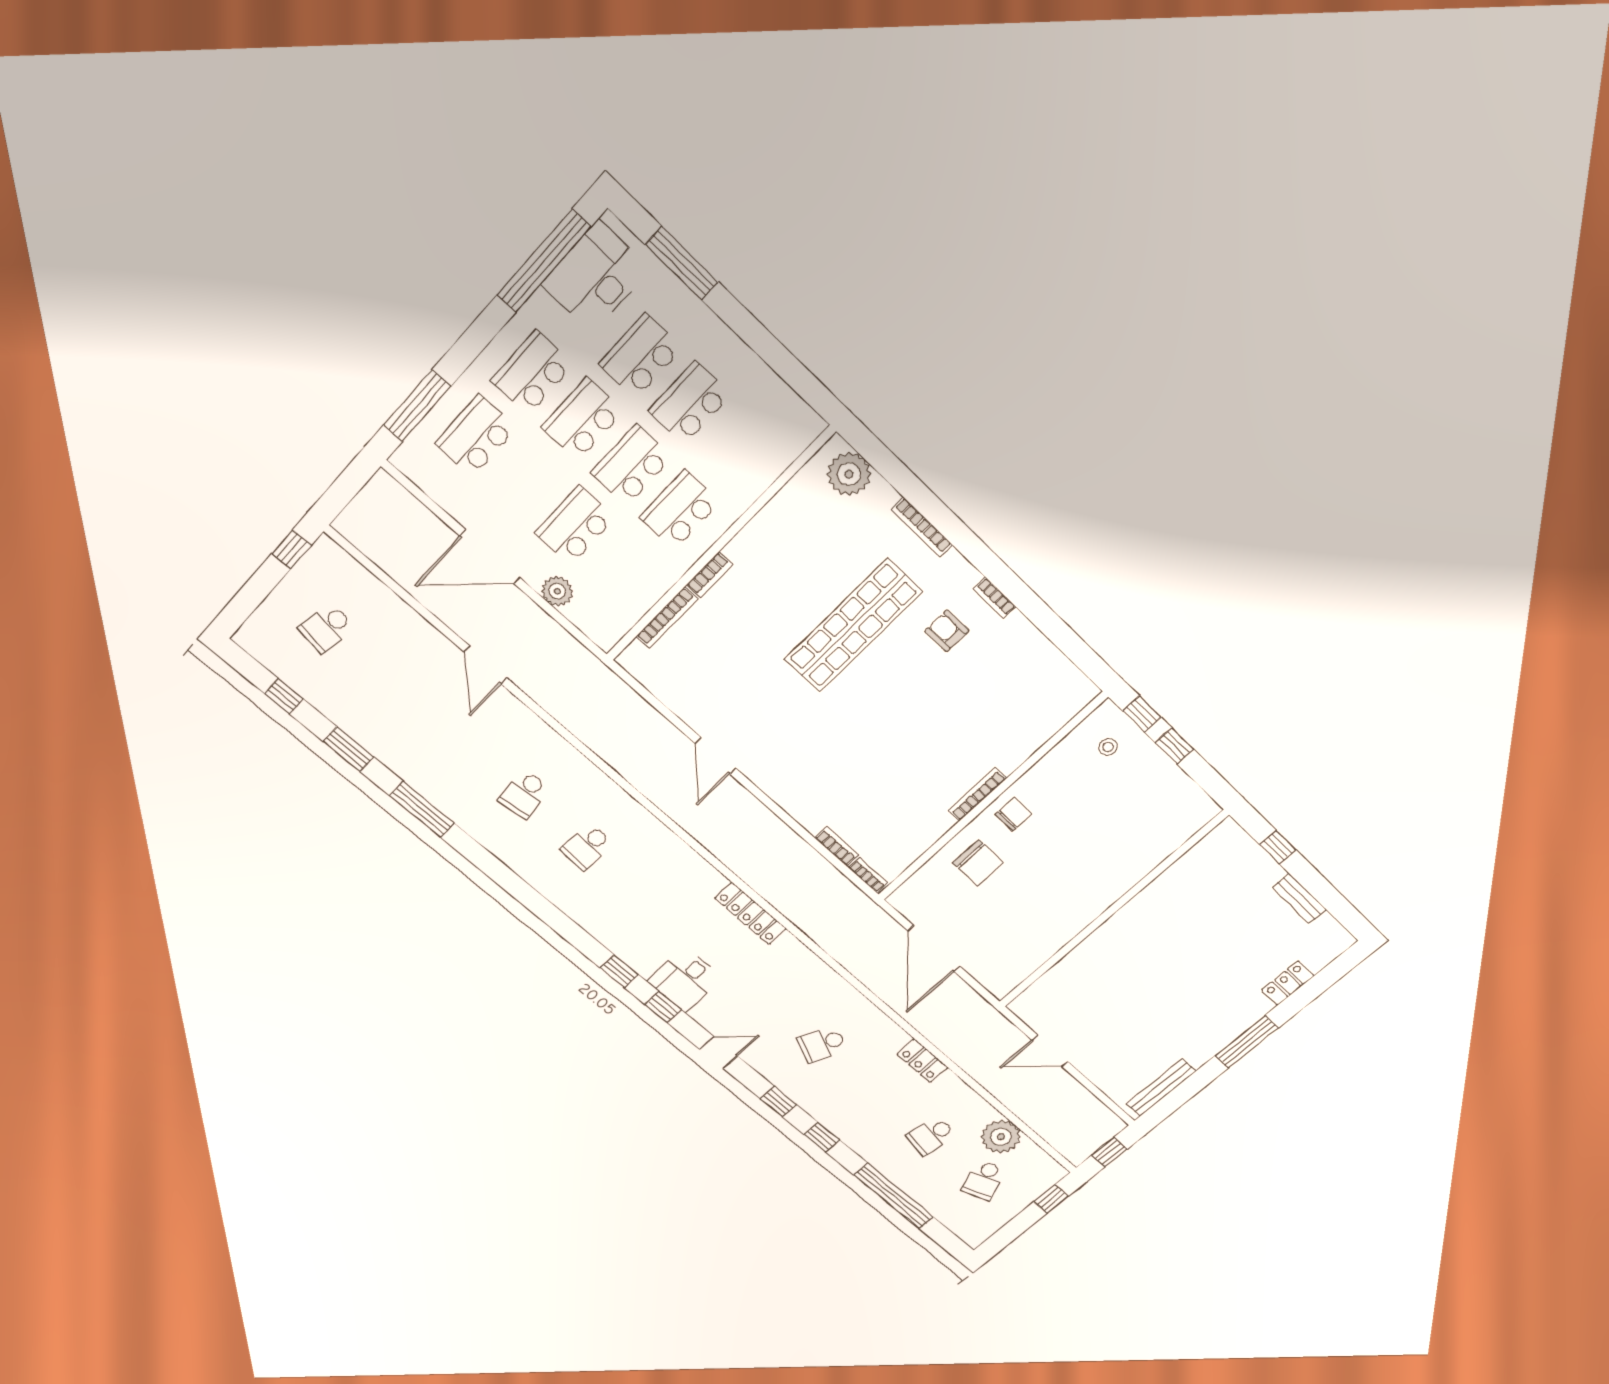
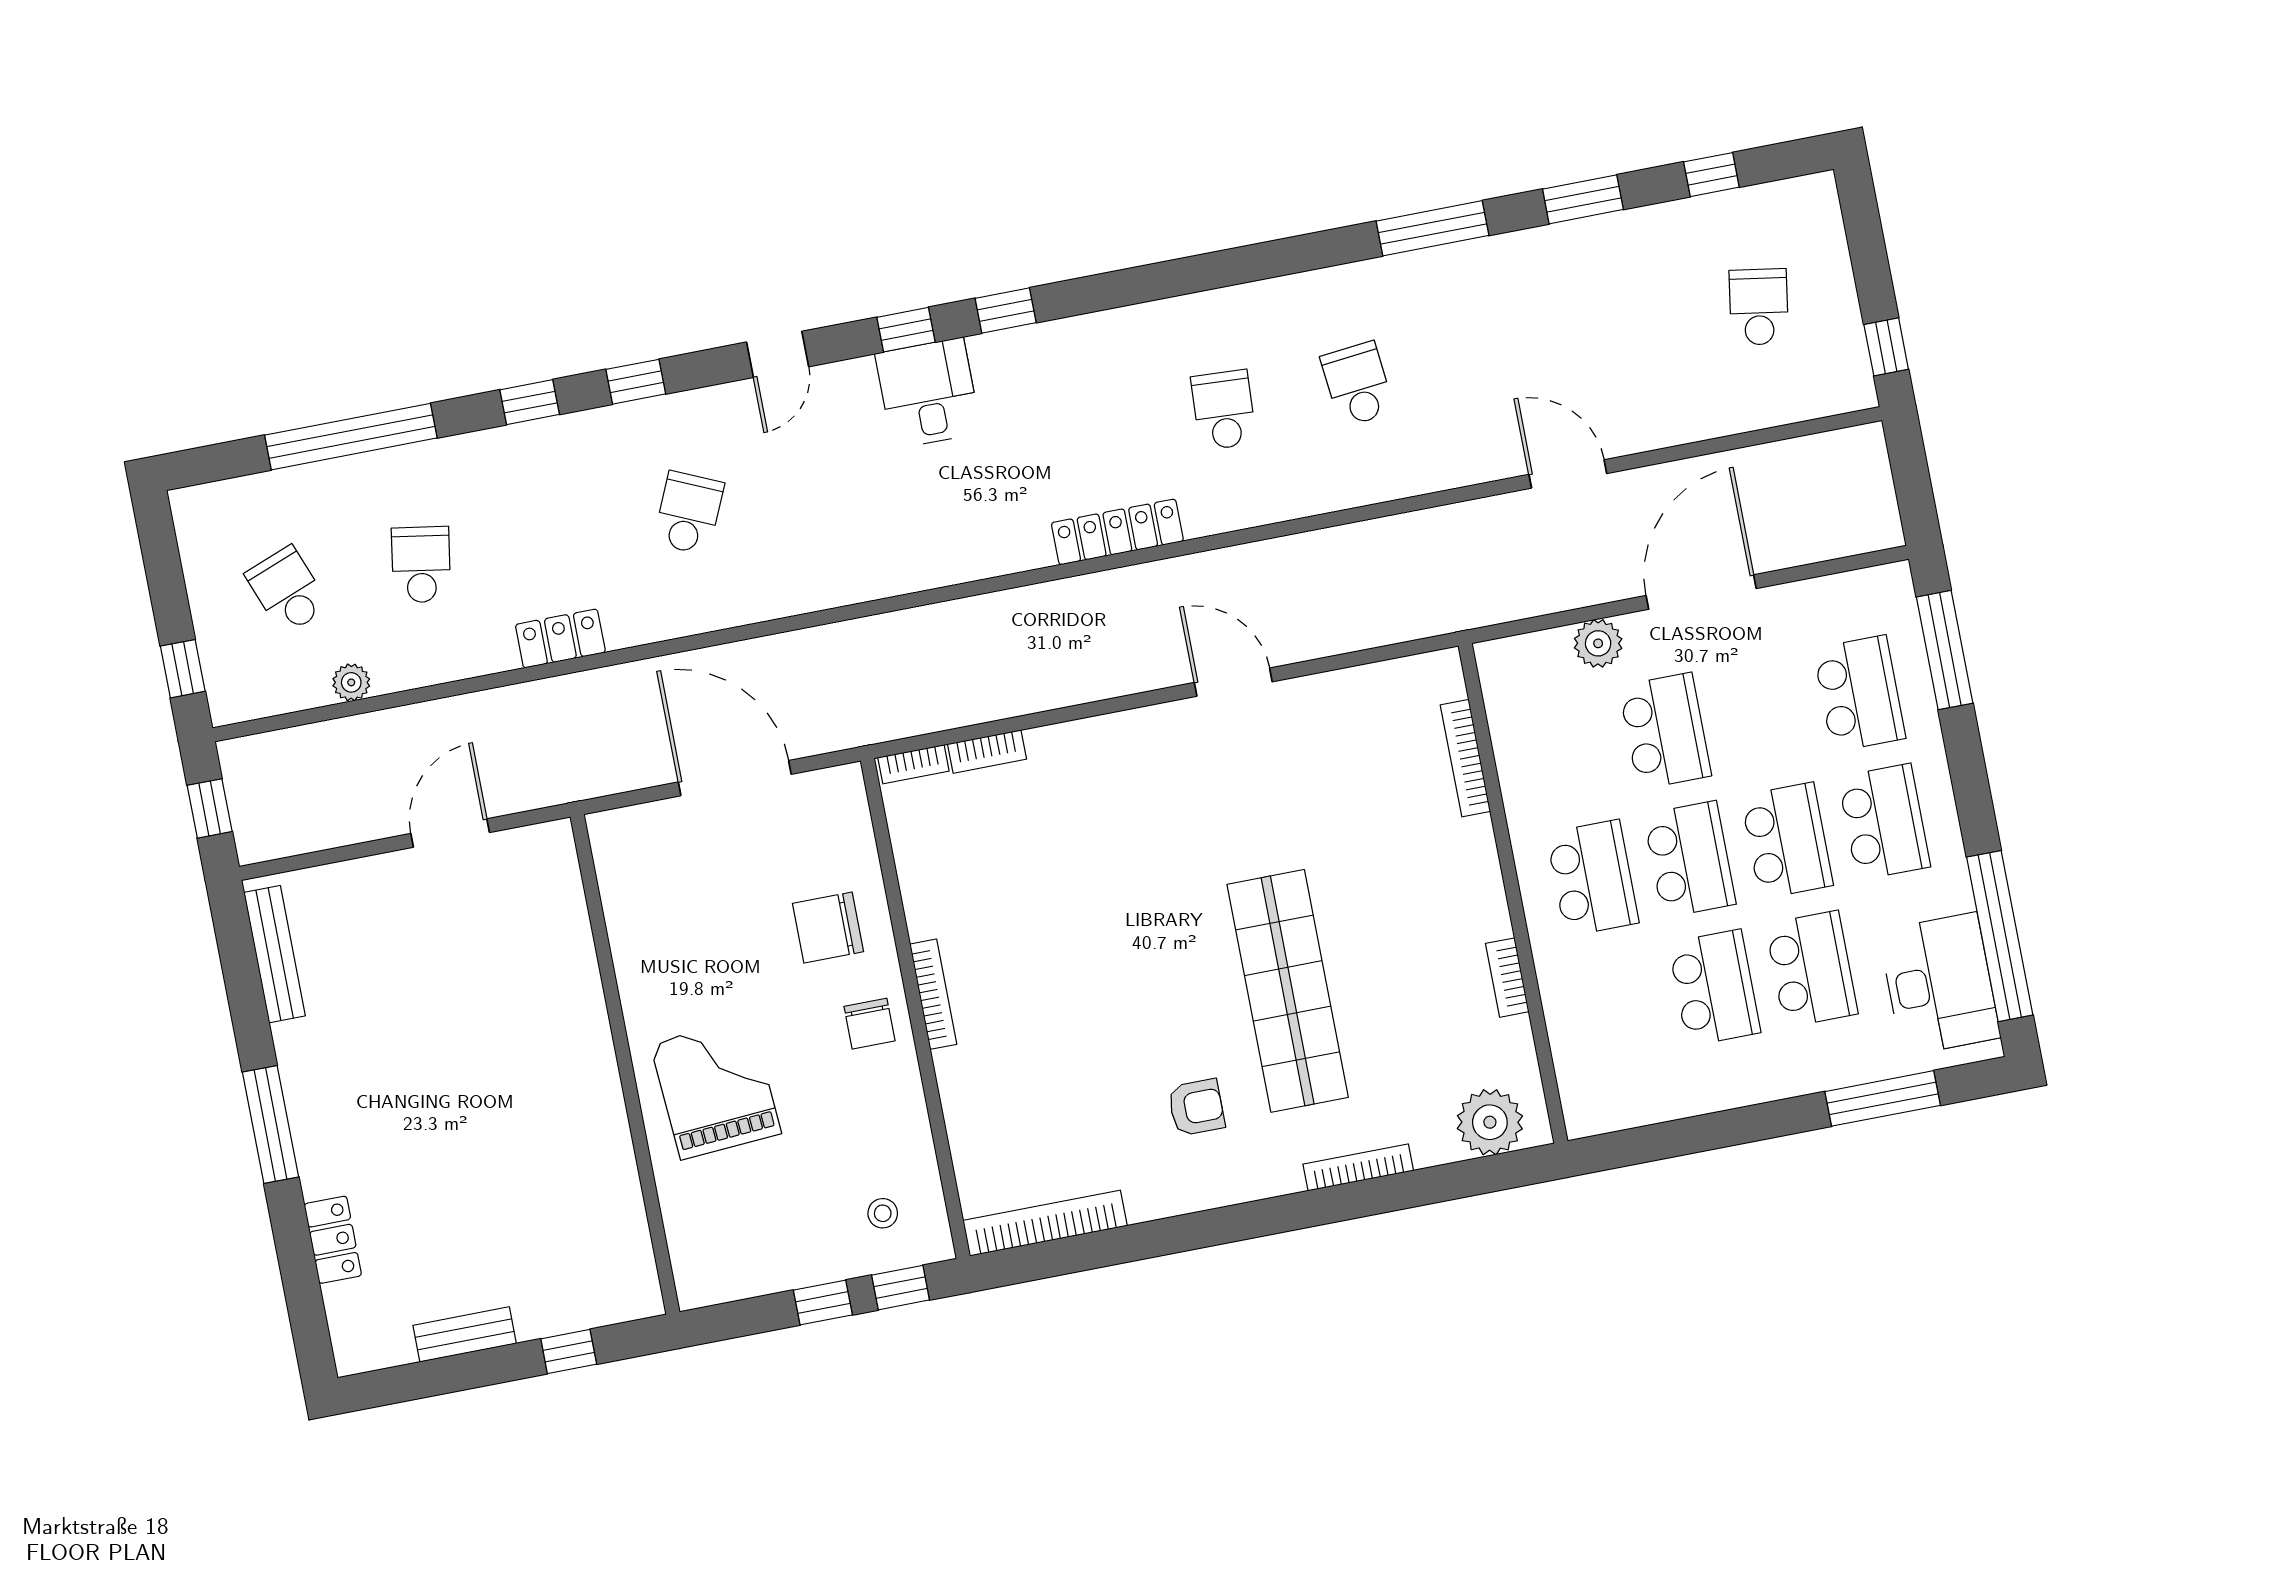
bookcase: (710, 575) -> (1507, 978), moved
bookcase: (994, 598) -> (1045, 1223), moved, width x2.31, depth x1.31
grand piano: (1096, 863) -> (716, 1089), added
locker: (751, 913) -> (1117, 532), moved
plant: (1001, 1137) -> (351, 682), width x0.53, depth x0.53

